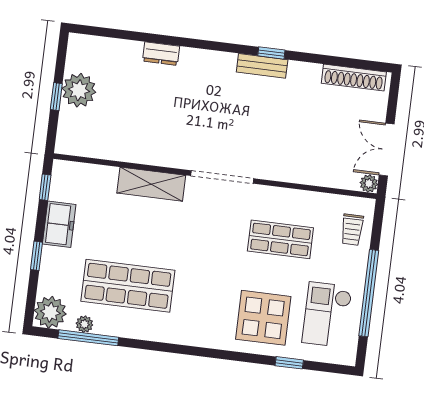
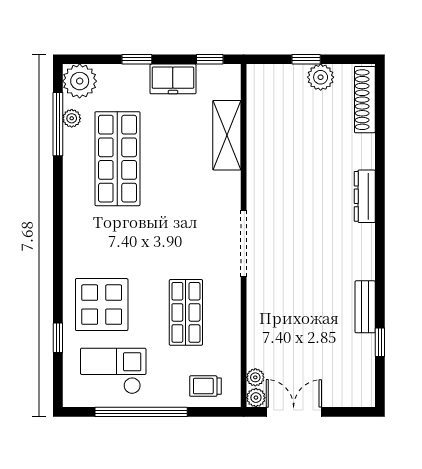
window: (271, 53) -> (380, 342), moved
dresser: (161, 54) -> (365, 196), moved, width x1.44
bench: (262, 66) -> (365, 307), moved
shoe rack: (354, 78) -> (365, 100), moved
plant: (79, 90) -> (321, 77), width x0.73, depth x0.73
plant: (350, 182) -> (255, 377), added
shelving: (151, 184) -> (227, 135), moved

